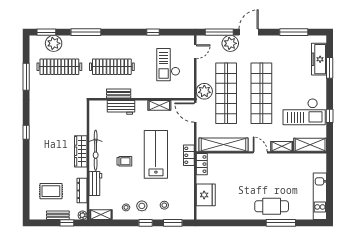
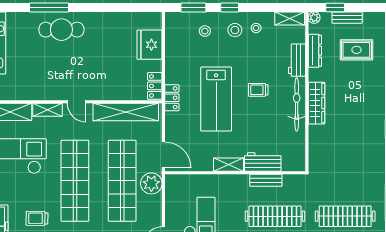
trolley: (290, 65) -> (37, 218), added
shelving: (159, 105) -> (229, 165), moved

